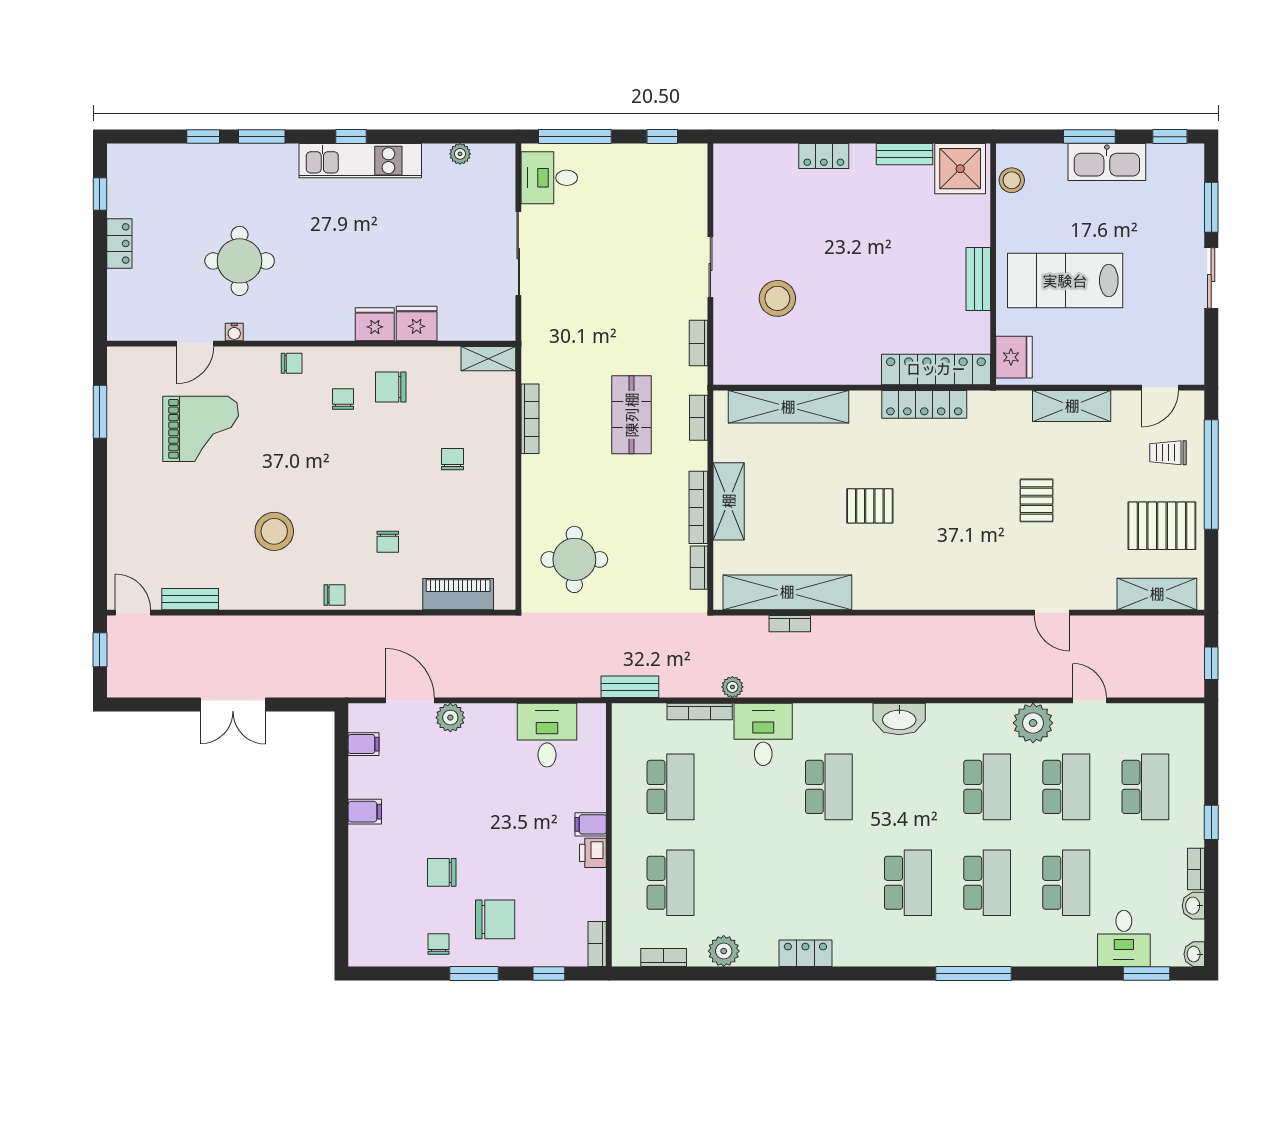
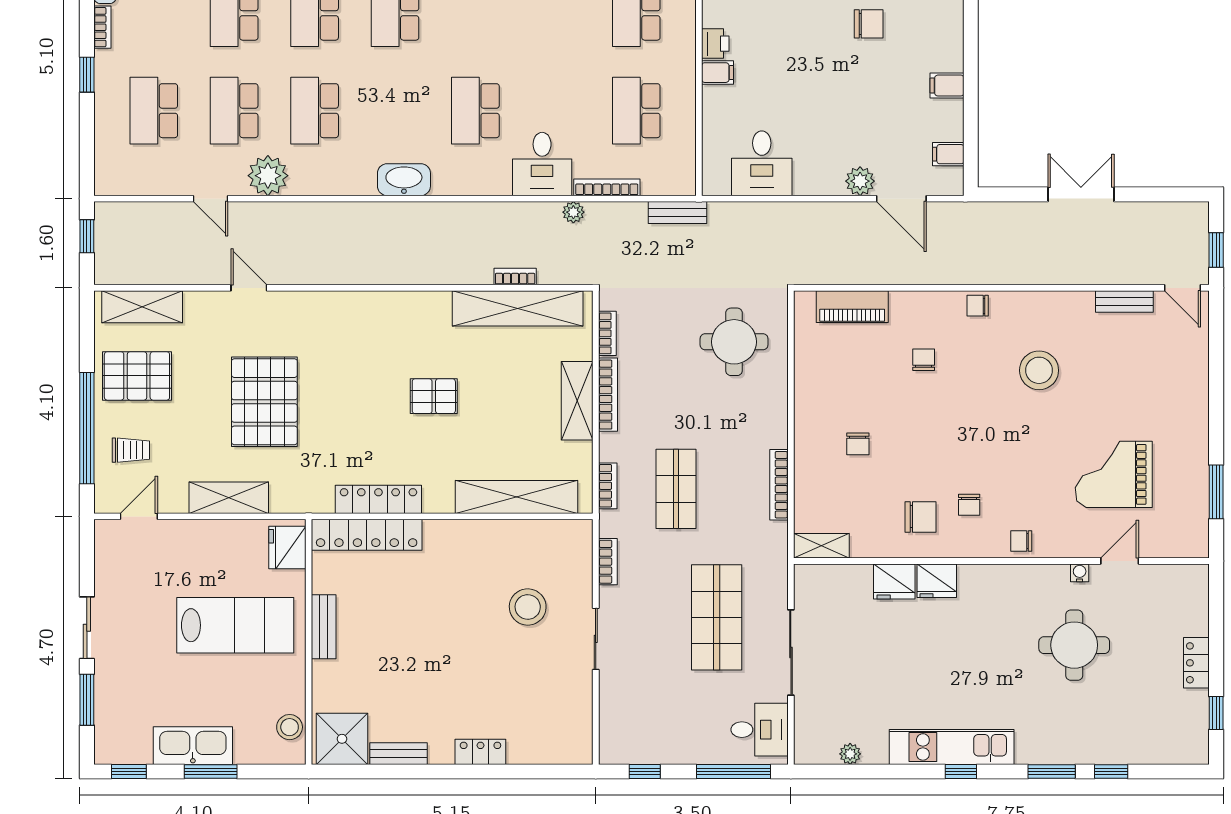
shop shelf: (591, 288) -> (717, 617), added
pallet: (1037, 500) -> (264, 402), width x2.05, depth x2.00

